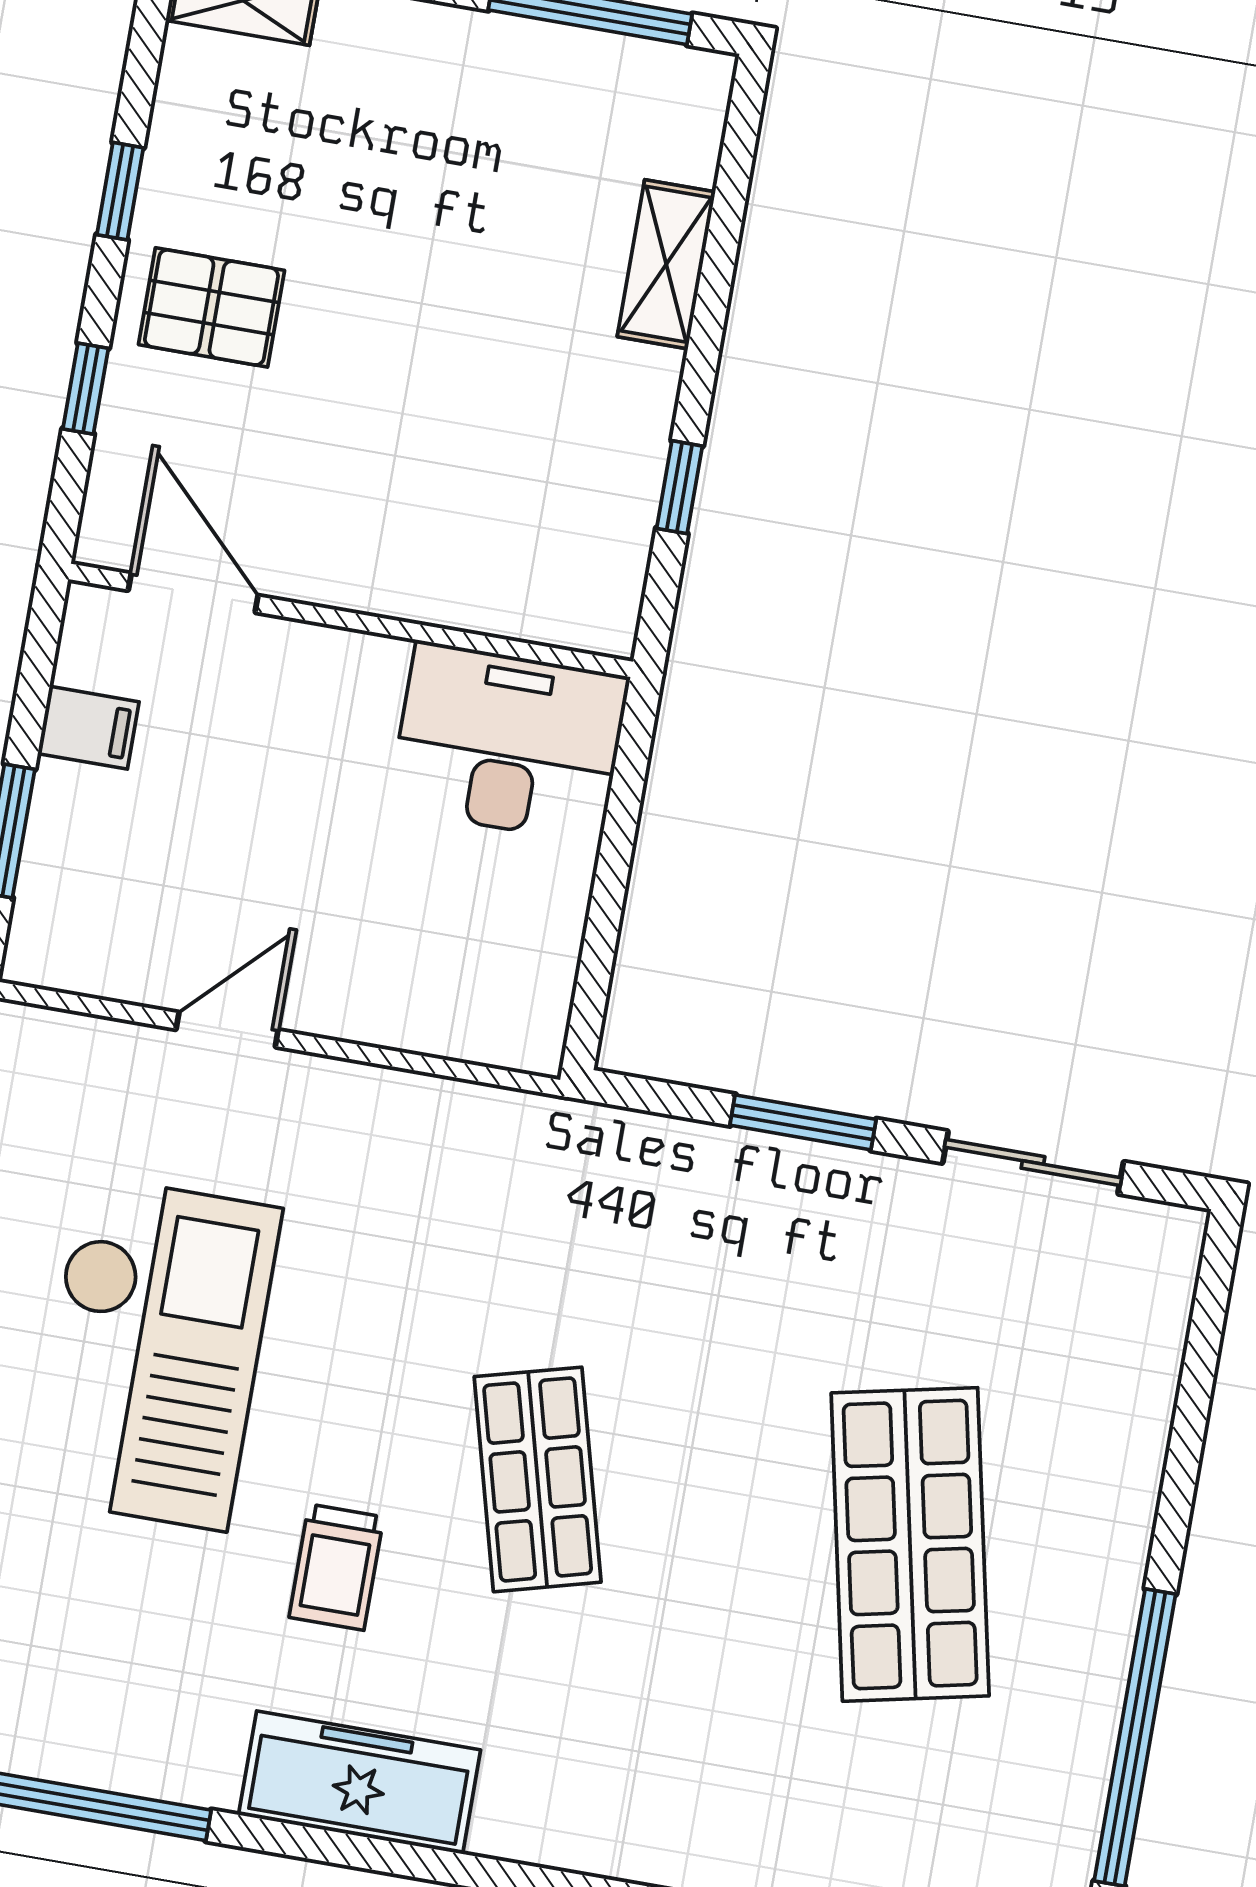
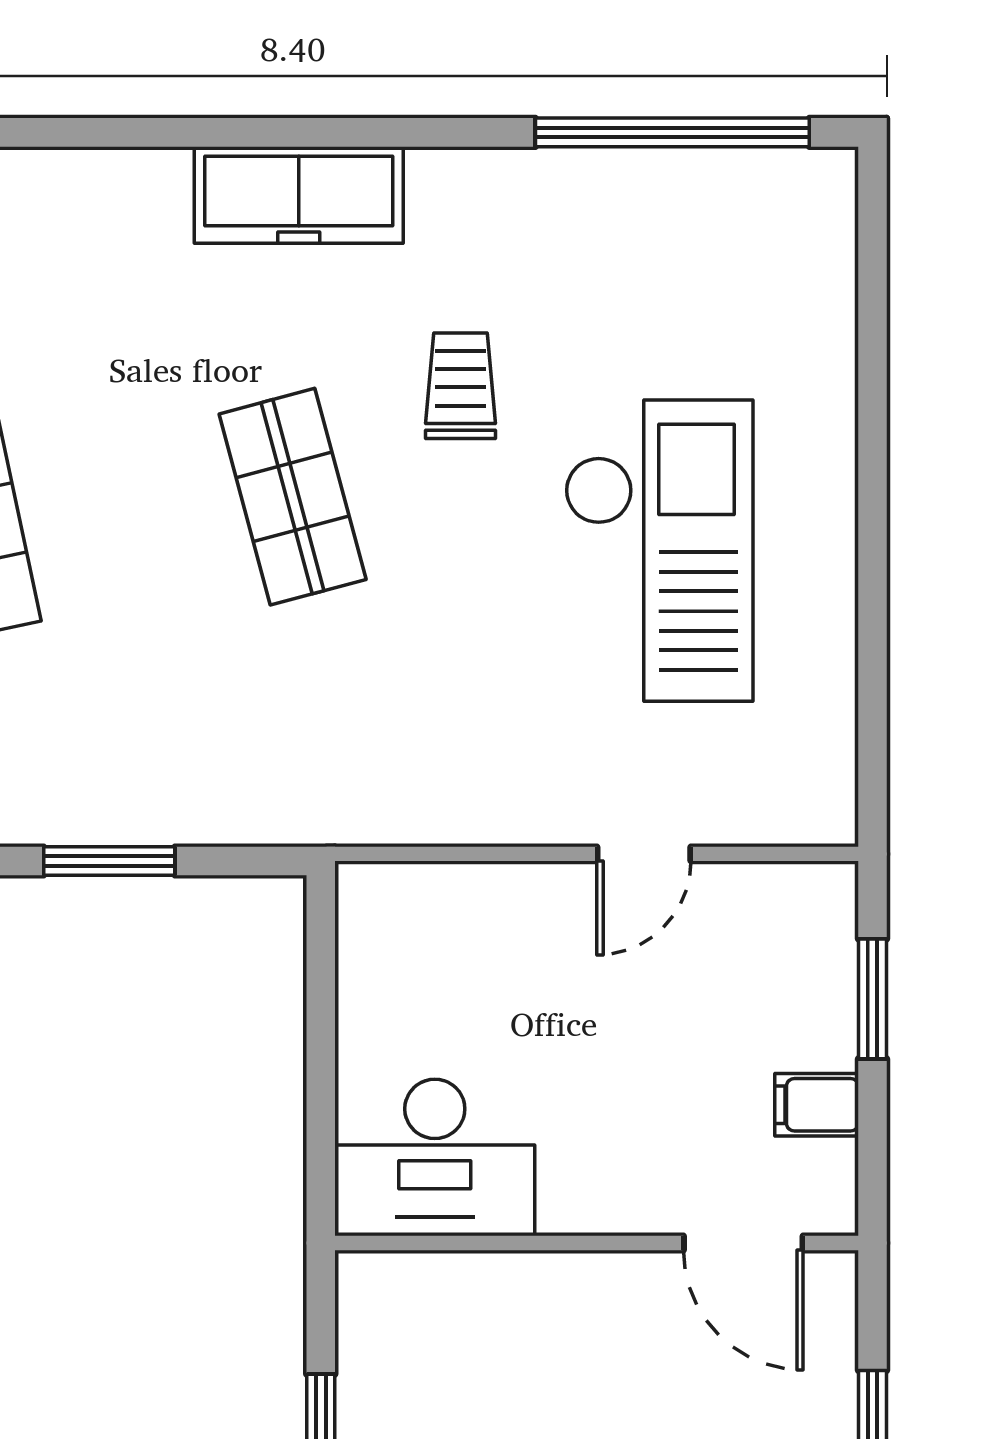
checkout: (154, 1353) -> (659, 551), turned 180
freezer: (360, 1782) -> (299, 195), moved

